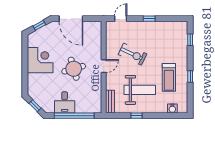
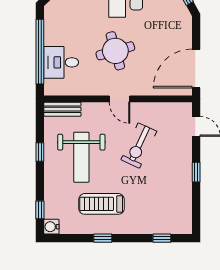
door: (71, 19) -> (196, 68), moved
desk: (65, 102) -> (61, 62), moved
water cooler: (172, 109) -> (51, 227), moved
window: (173, 116) -> (40, 210), added

